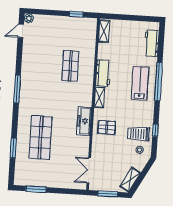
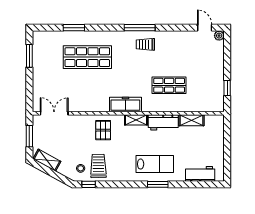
shelving: (104, 31) -> (191, 120), moved
window: (158, 82) -> (158, 184), width x0.47
trolley: (32, 85) -> (145, 44), added
freezer: (84, 121) -> (125, 104), moved
window: (155, 130) -> (89, 184), moved

